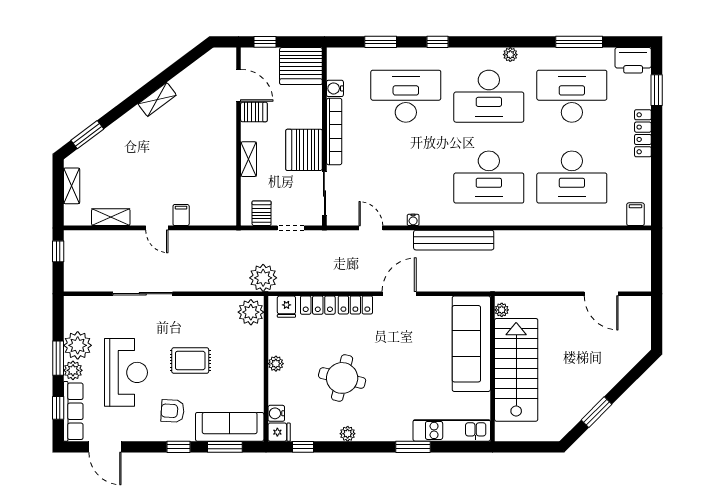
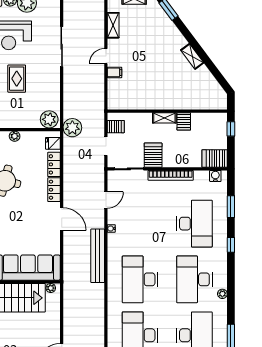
server rack: (301, 66) -> (215, 158), width x0.62
door: (239, 85) -> (202, 111), removed
water cooler: (335, 88) -> (215, 176), moved
server rack: (304, 150) -> (153, 155), width x0.62
shelving: (249, 159) -> (164, 118), moved

